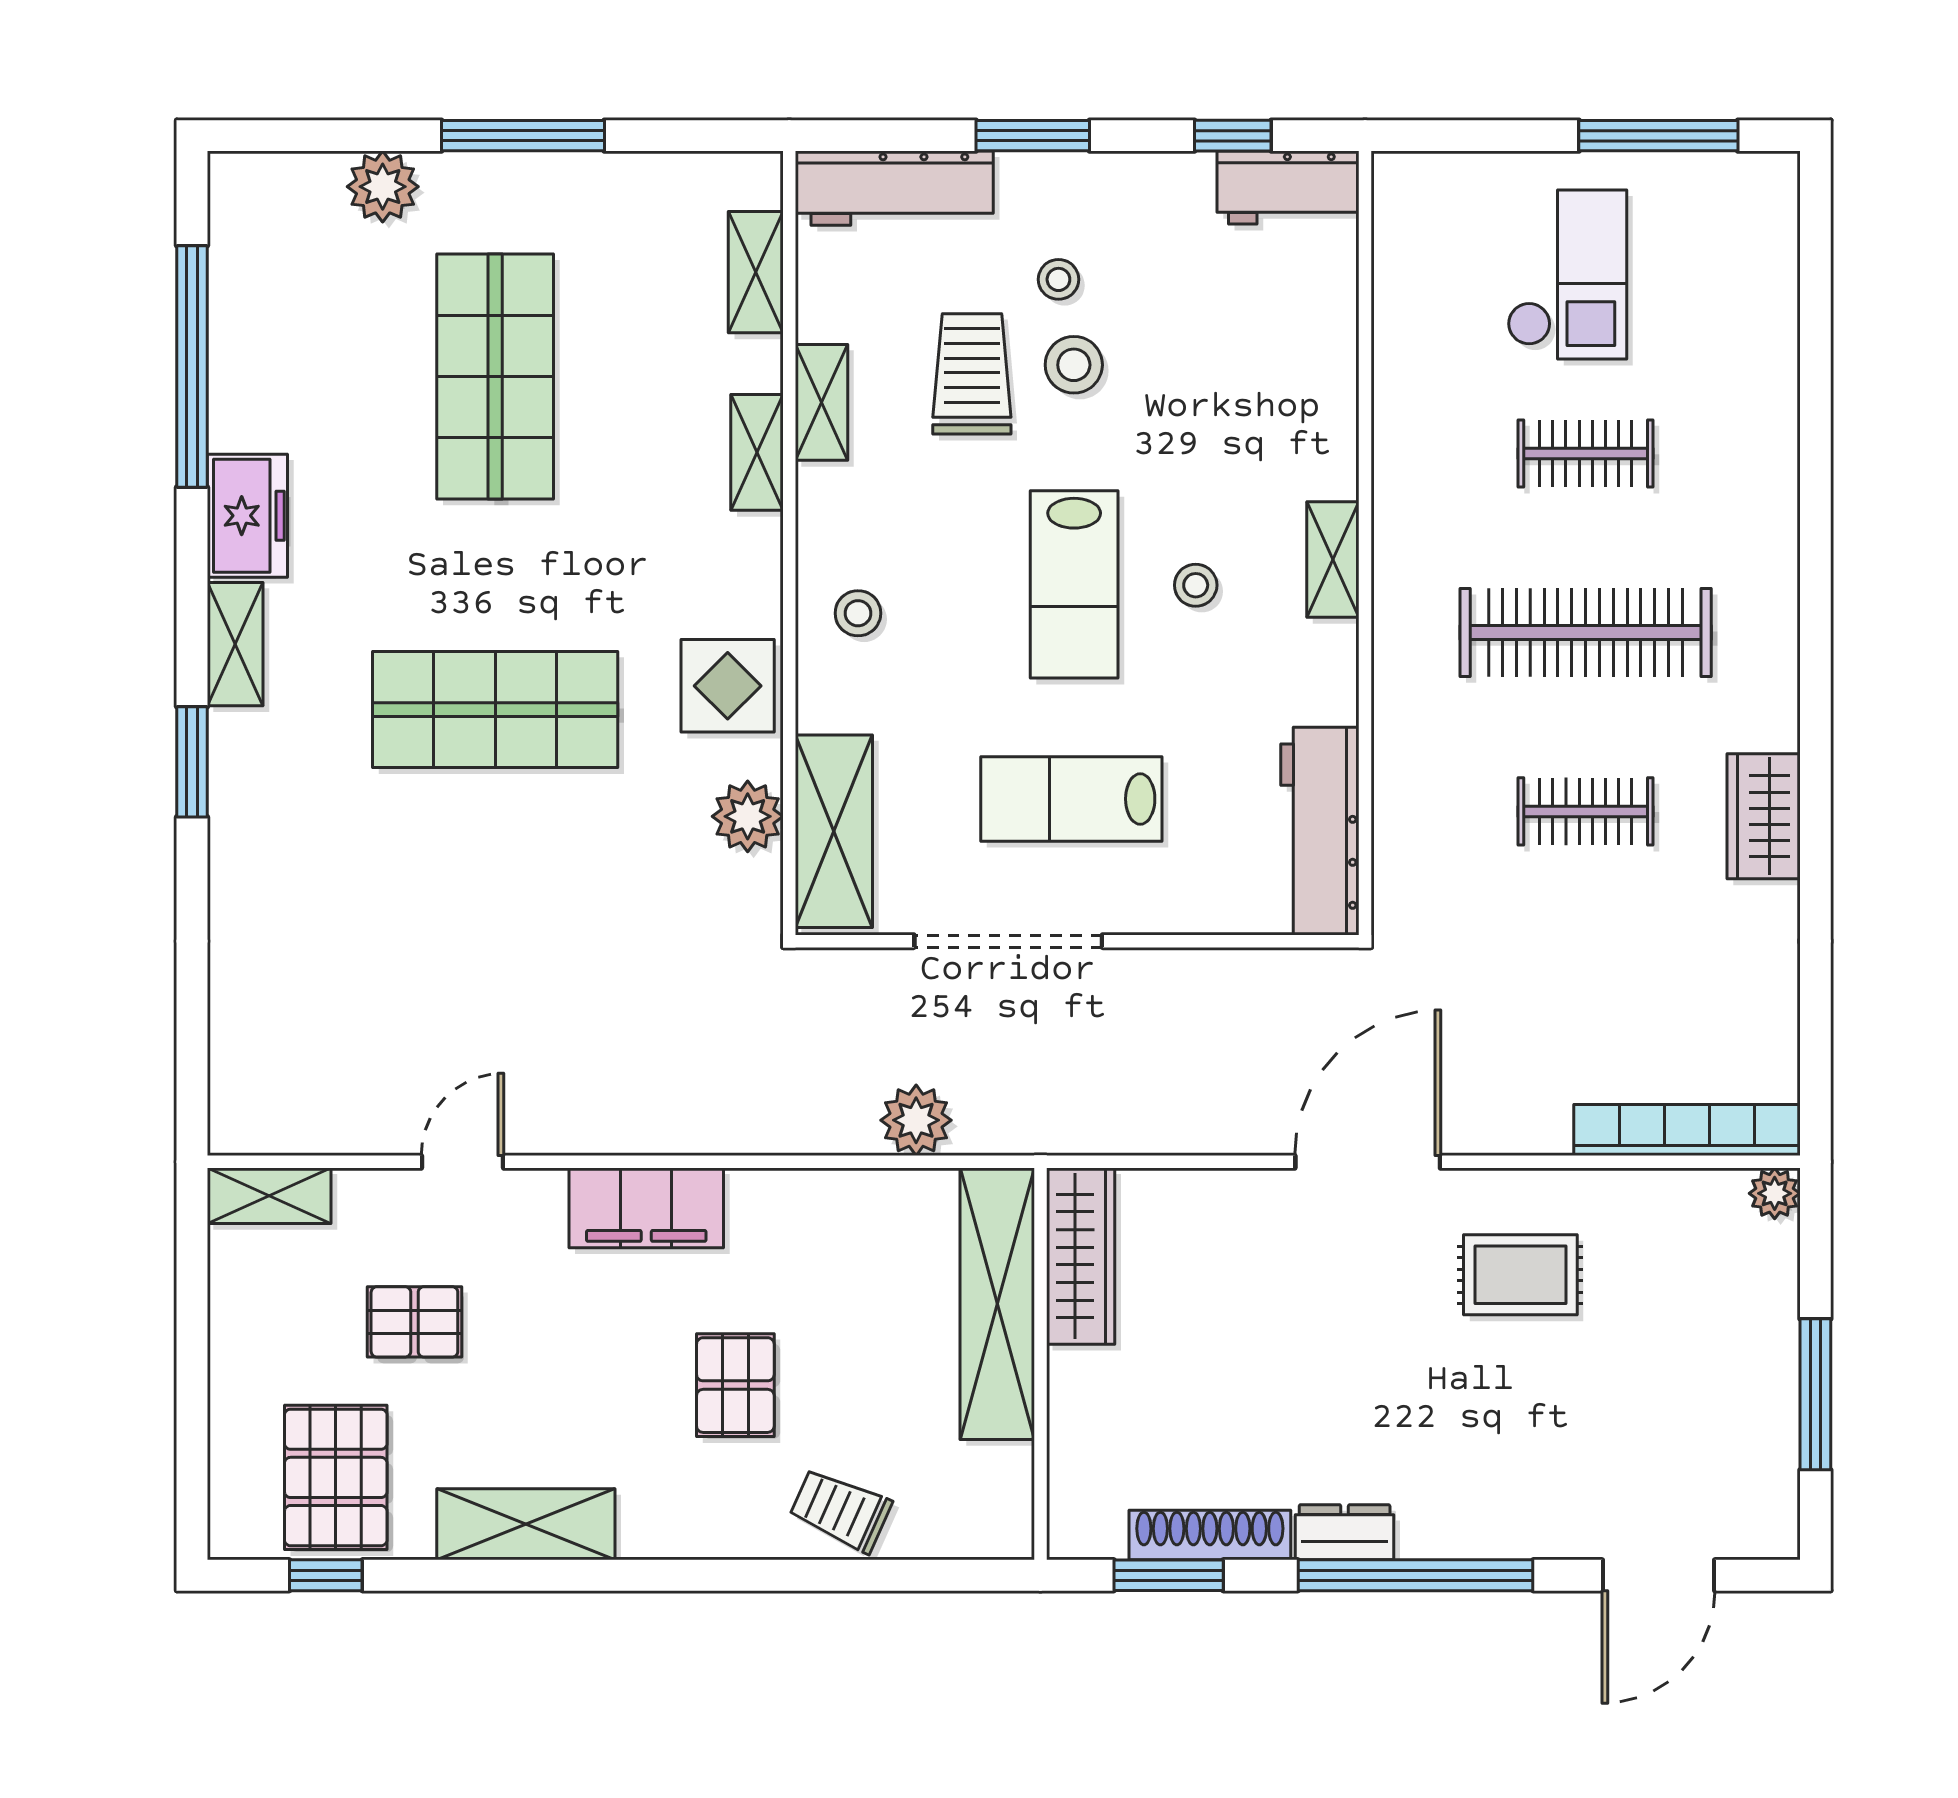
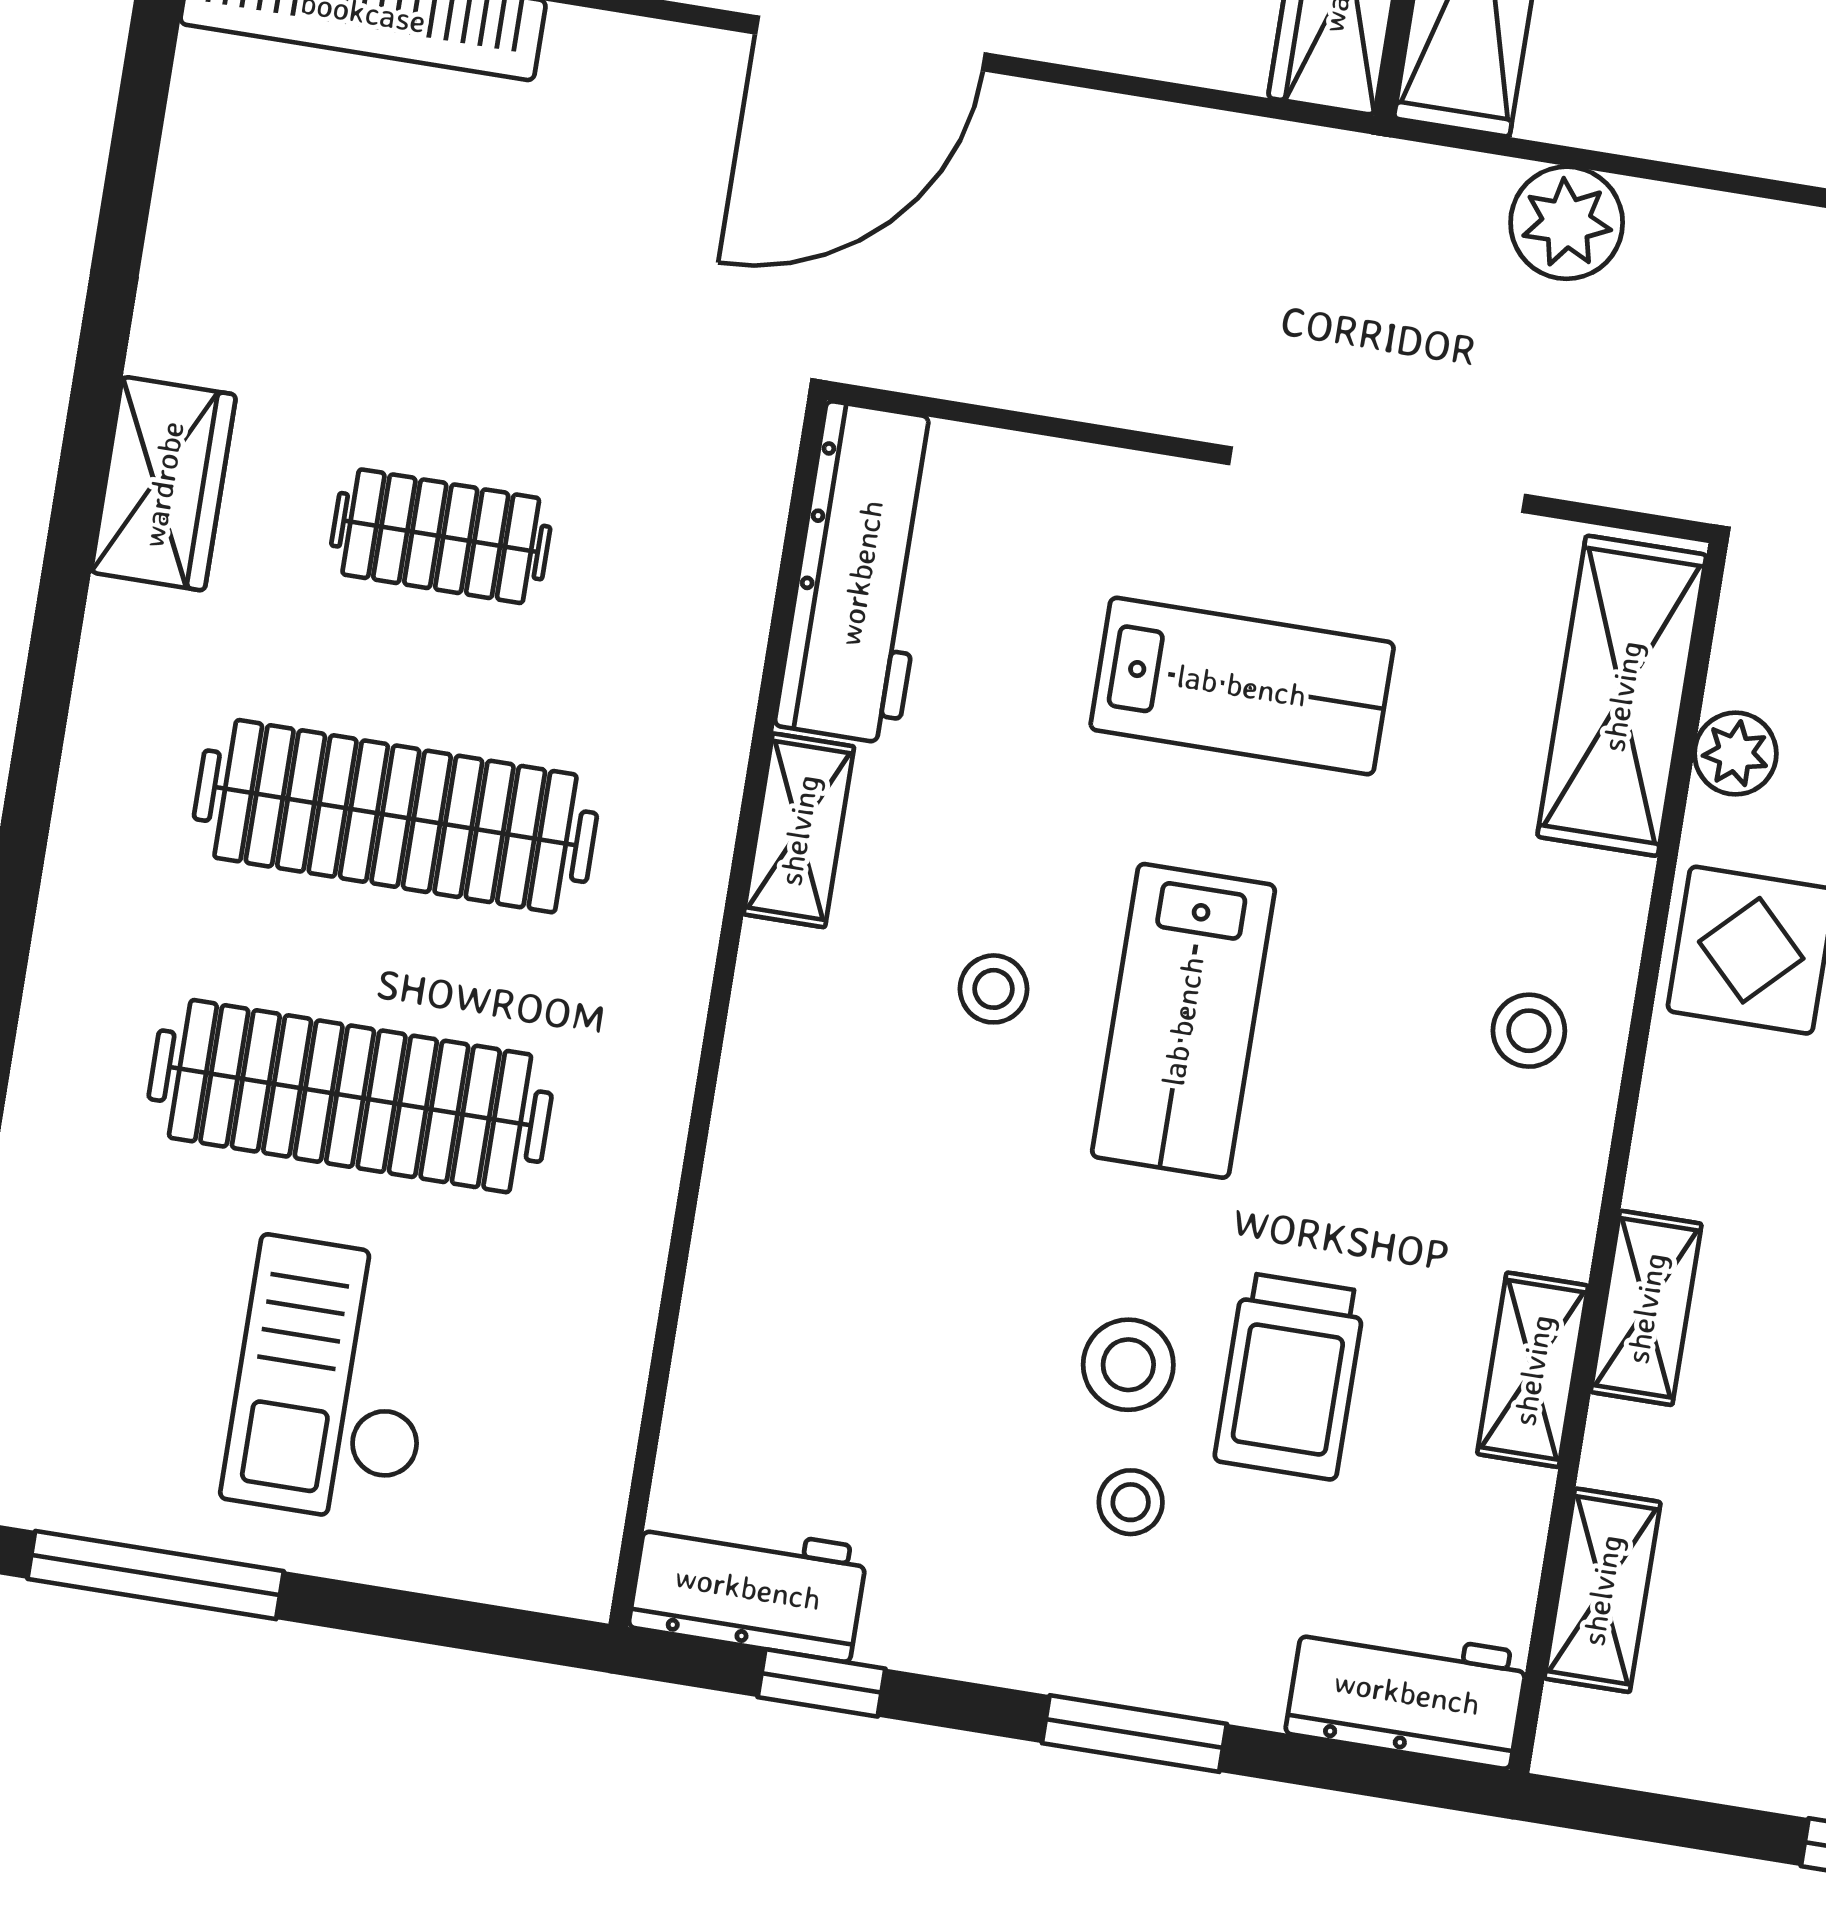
workbench: (894, 188) -> (1407, 1693), width x0.73
clothes rail: (1586, 454) -> (350, 1096), width x1.86, depth x1.31
shelving: (1333, 560) -> (799, 830), moved
lab bench: (1074, 584) -> (1183, 1021), turned 180
plant: (748, 816) -> (1735, 754), width x0.73, depth x0.73

